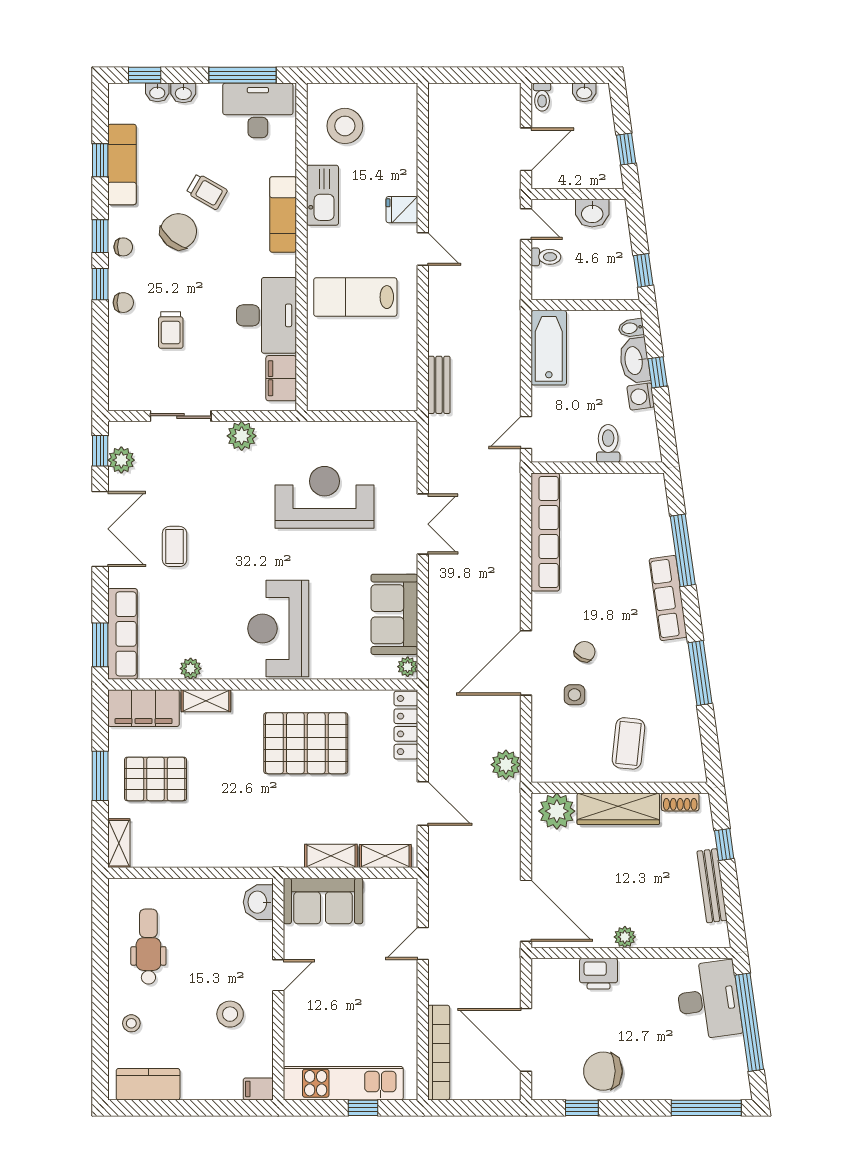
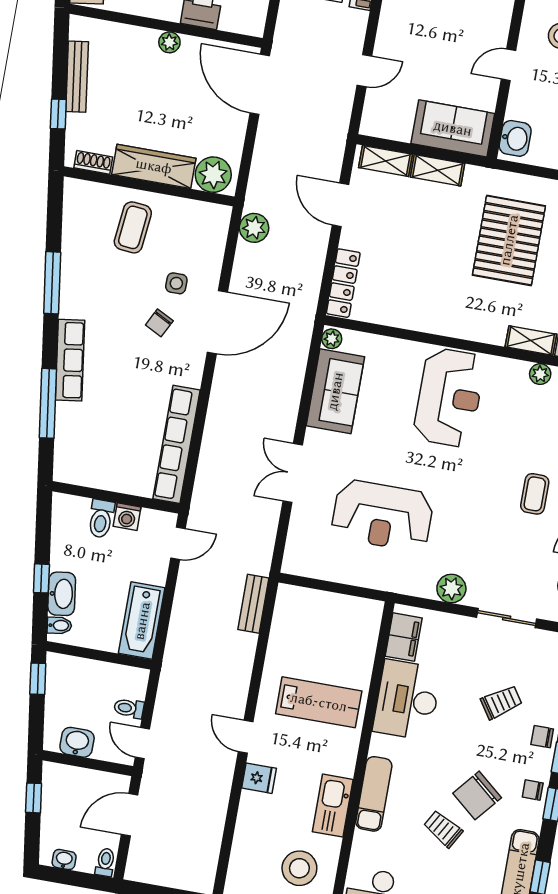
trolley: (171, 330) -> (501, 702), turned 56
washing machine: (641, 396) -> (127, 517), moved, turned 98
pallet: (306, 743) -> (509, 240), moved, turned 90

